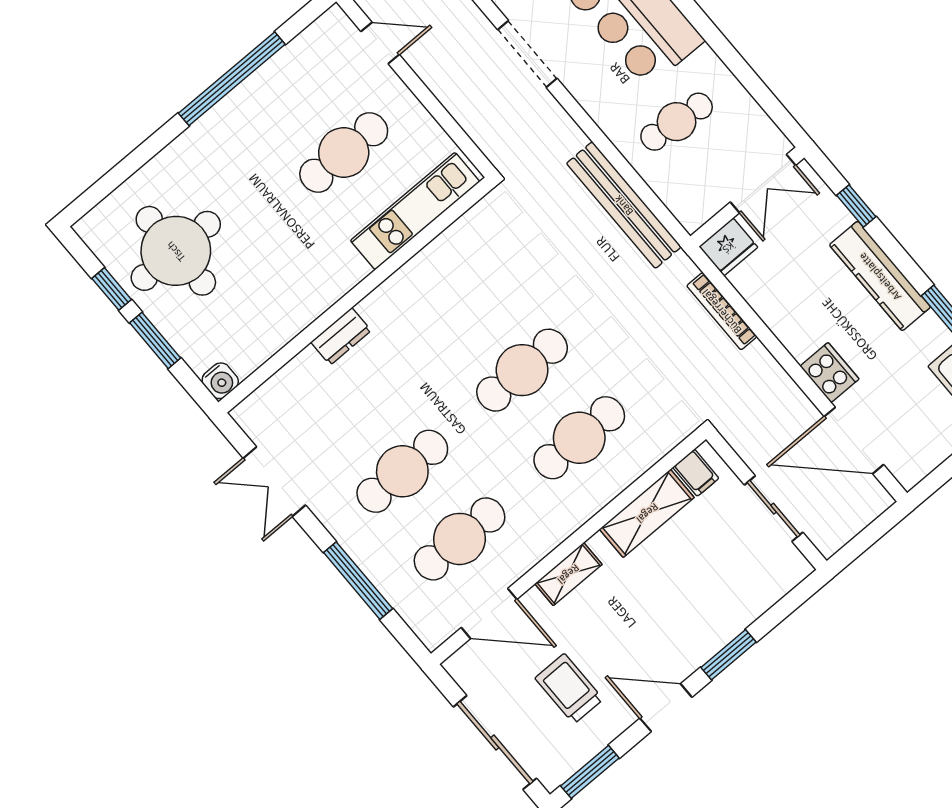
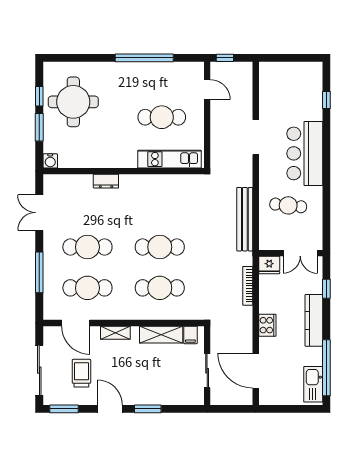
cooker: (830, 373) -> (267, 325), moved

